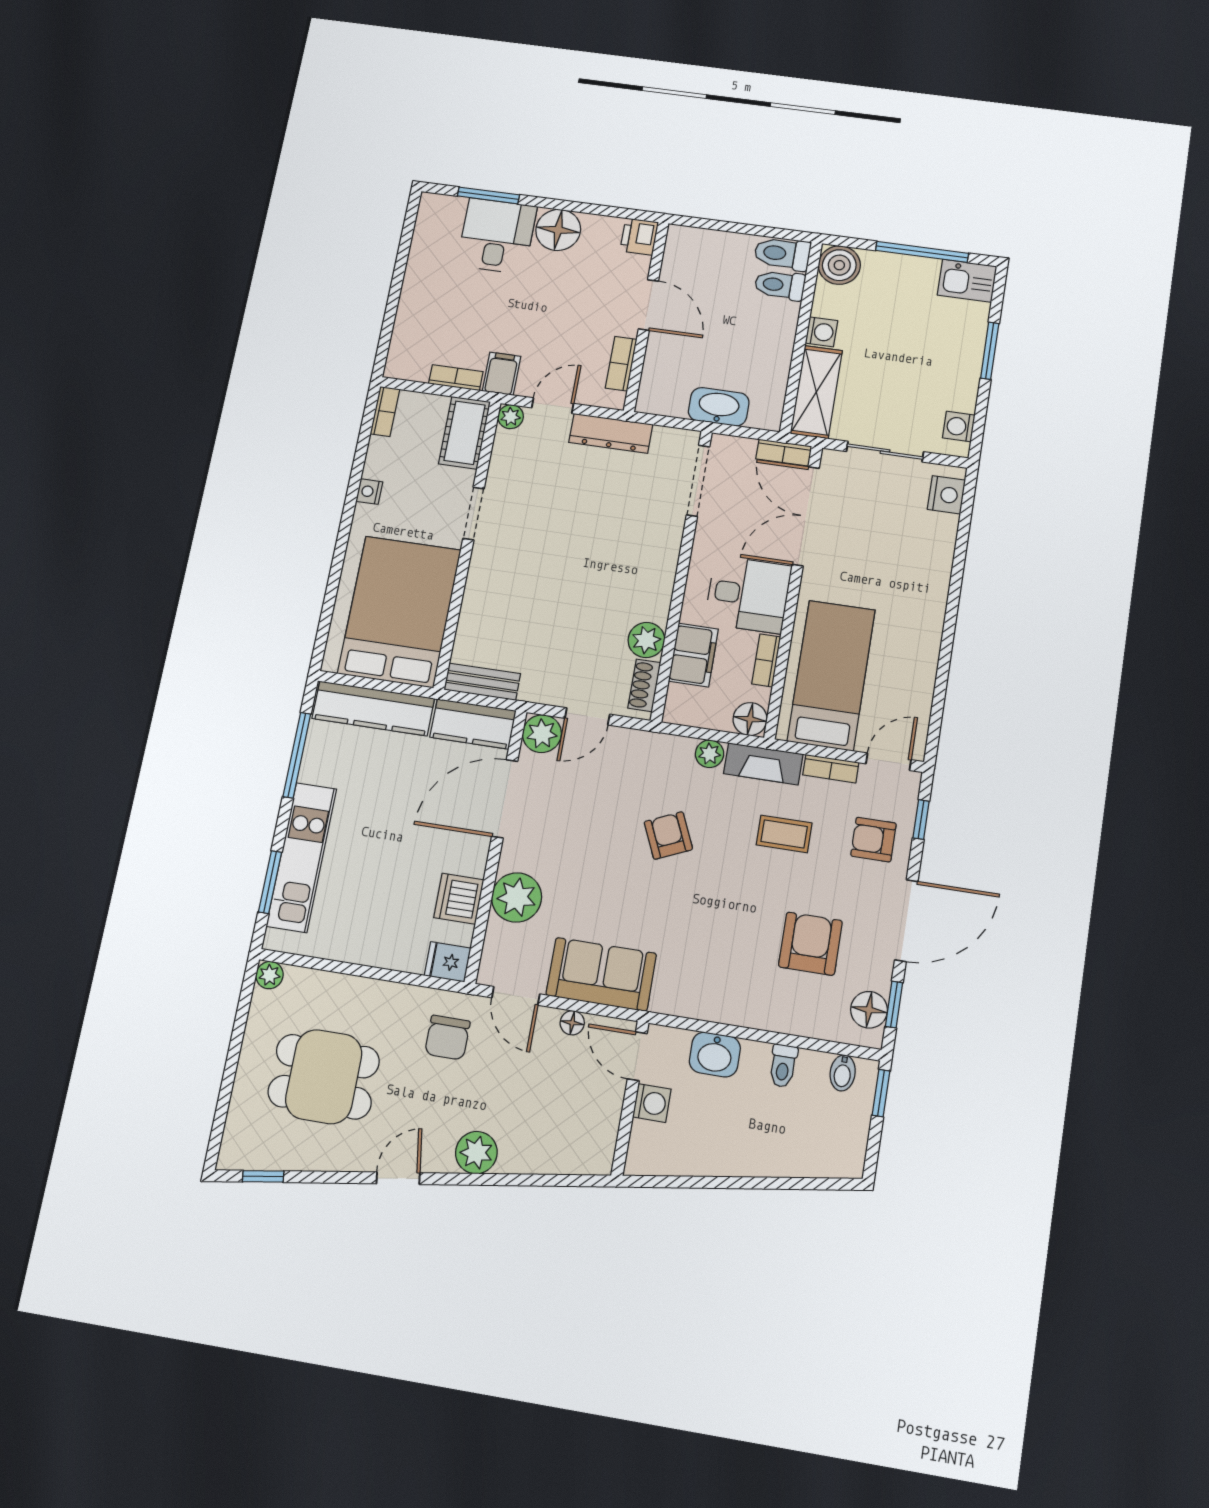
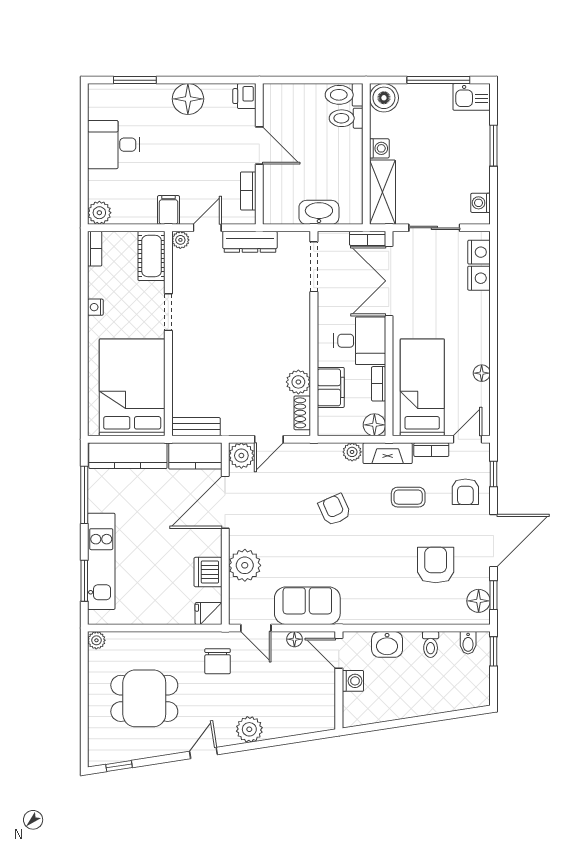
desk: (497, 236) -> (114, 145), moved, turned -90
plant: (402, 364) -> (99, 213), added
bookcase: (456, 378) -> (138, 217), removed
nightstand: (941, 531) -> (479, 278), added
floor lamp: (925, 668) -> (482, 373), added
armchair: (873, 840) -> (465, 492), turned -90

